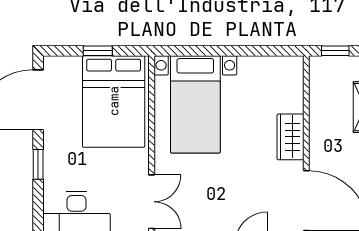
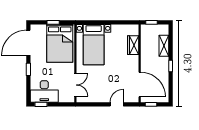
wardrobe: (291, 137) -> (133, 45), moved

